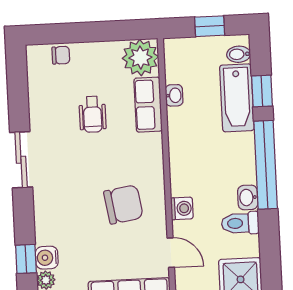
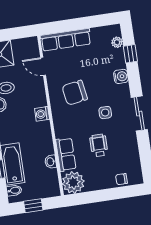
side table: (77, 167) -> (105, 113), added
washing machine: (182, 208) -> (42, 114), moved
water cooler: (47, 258) -> (121, 76), moved

